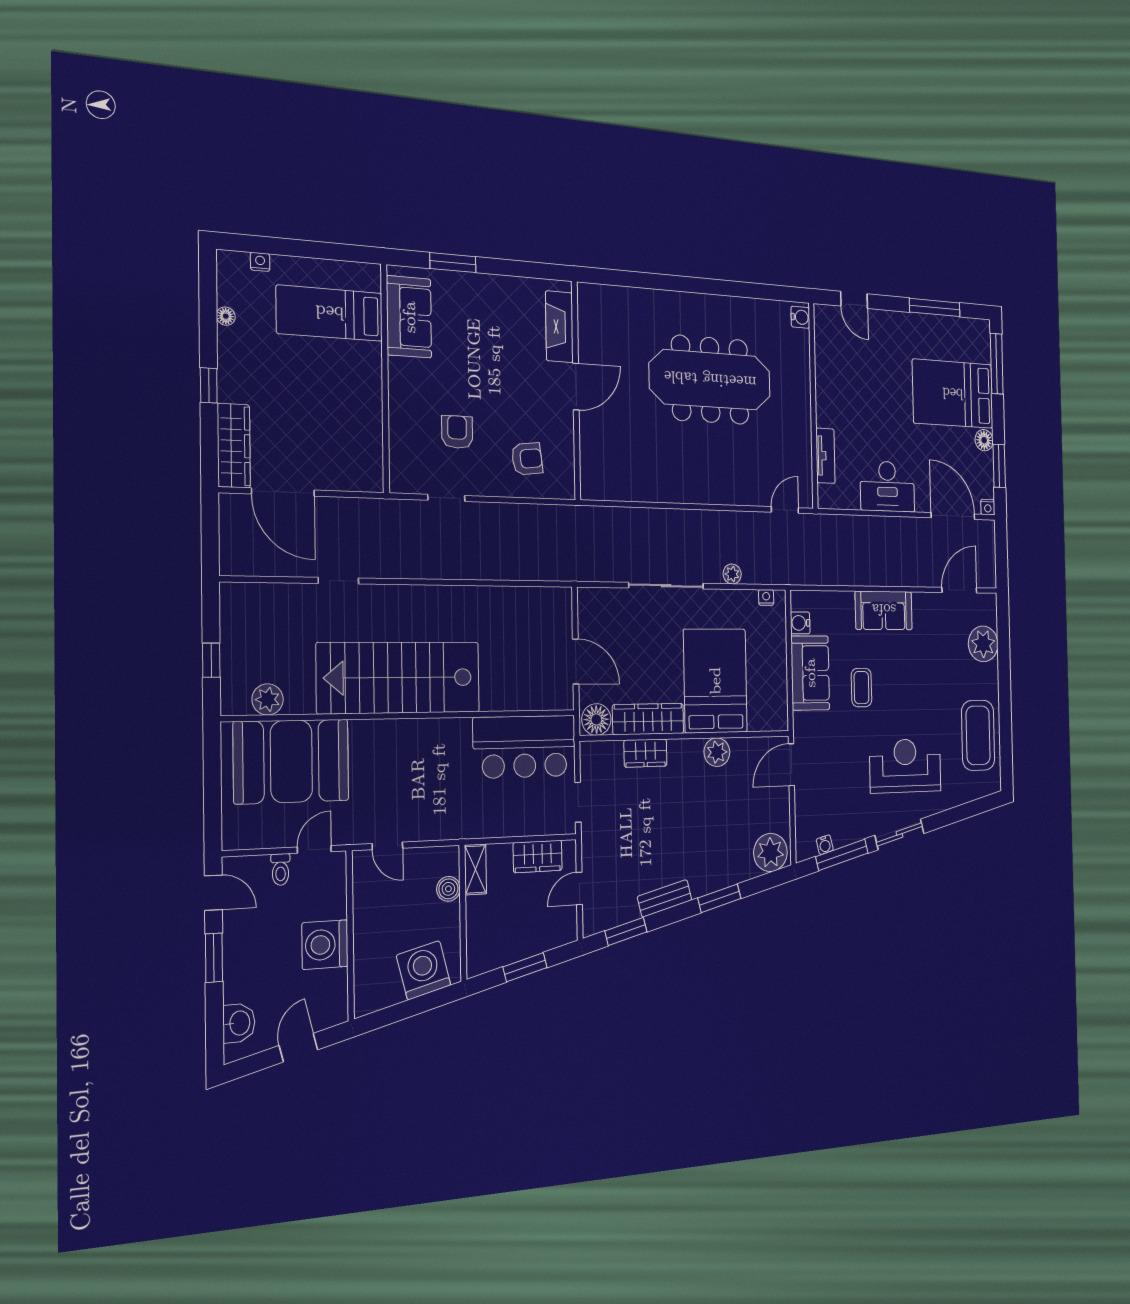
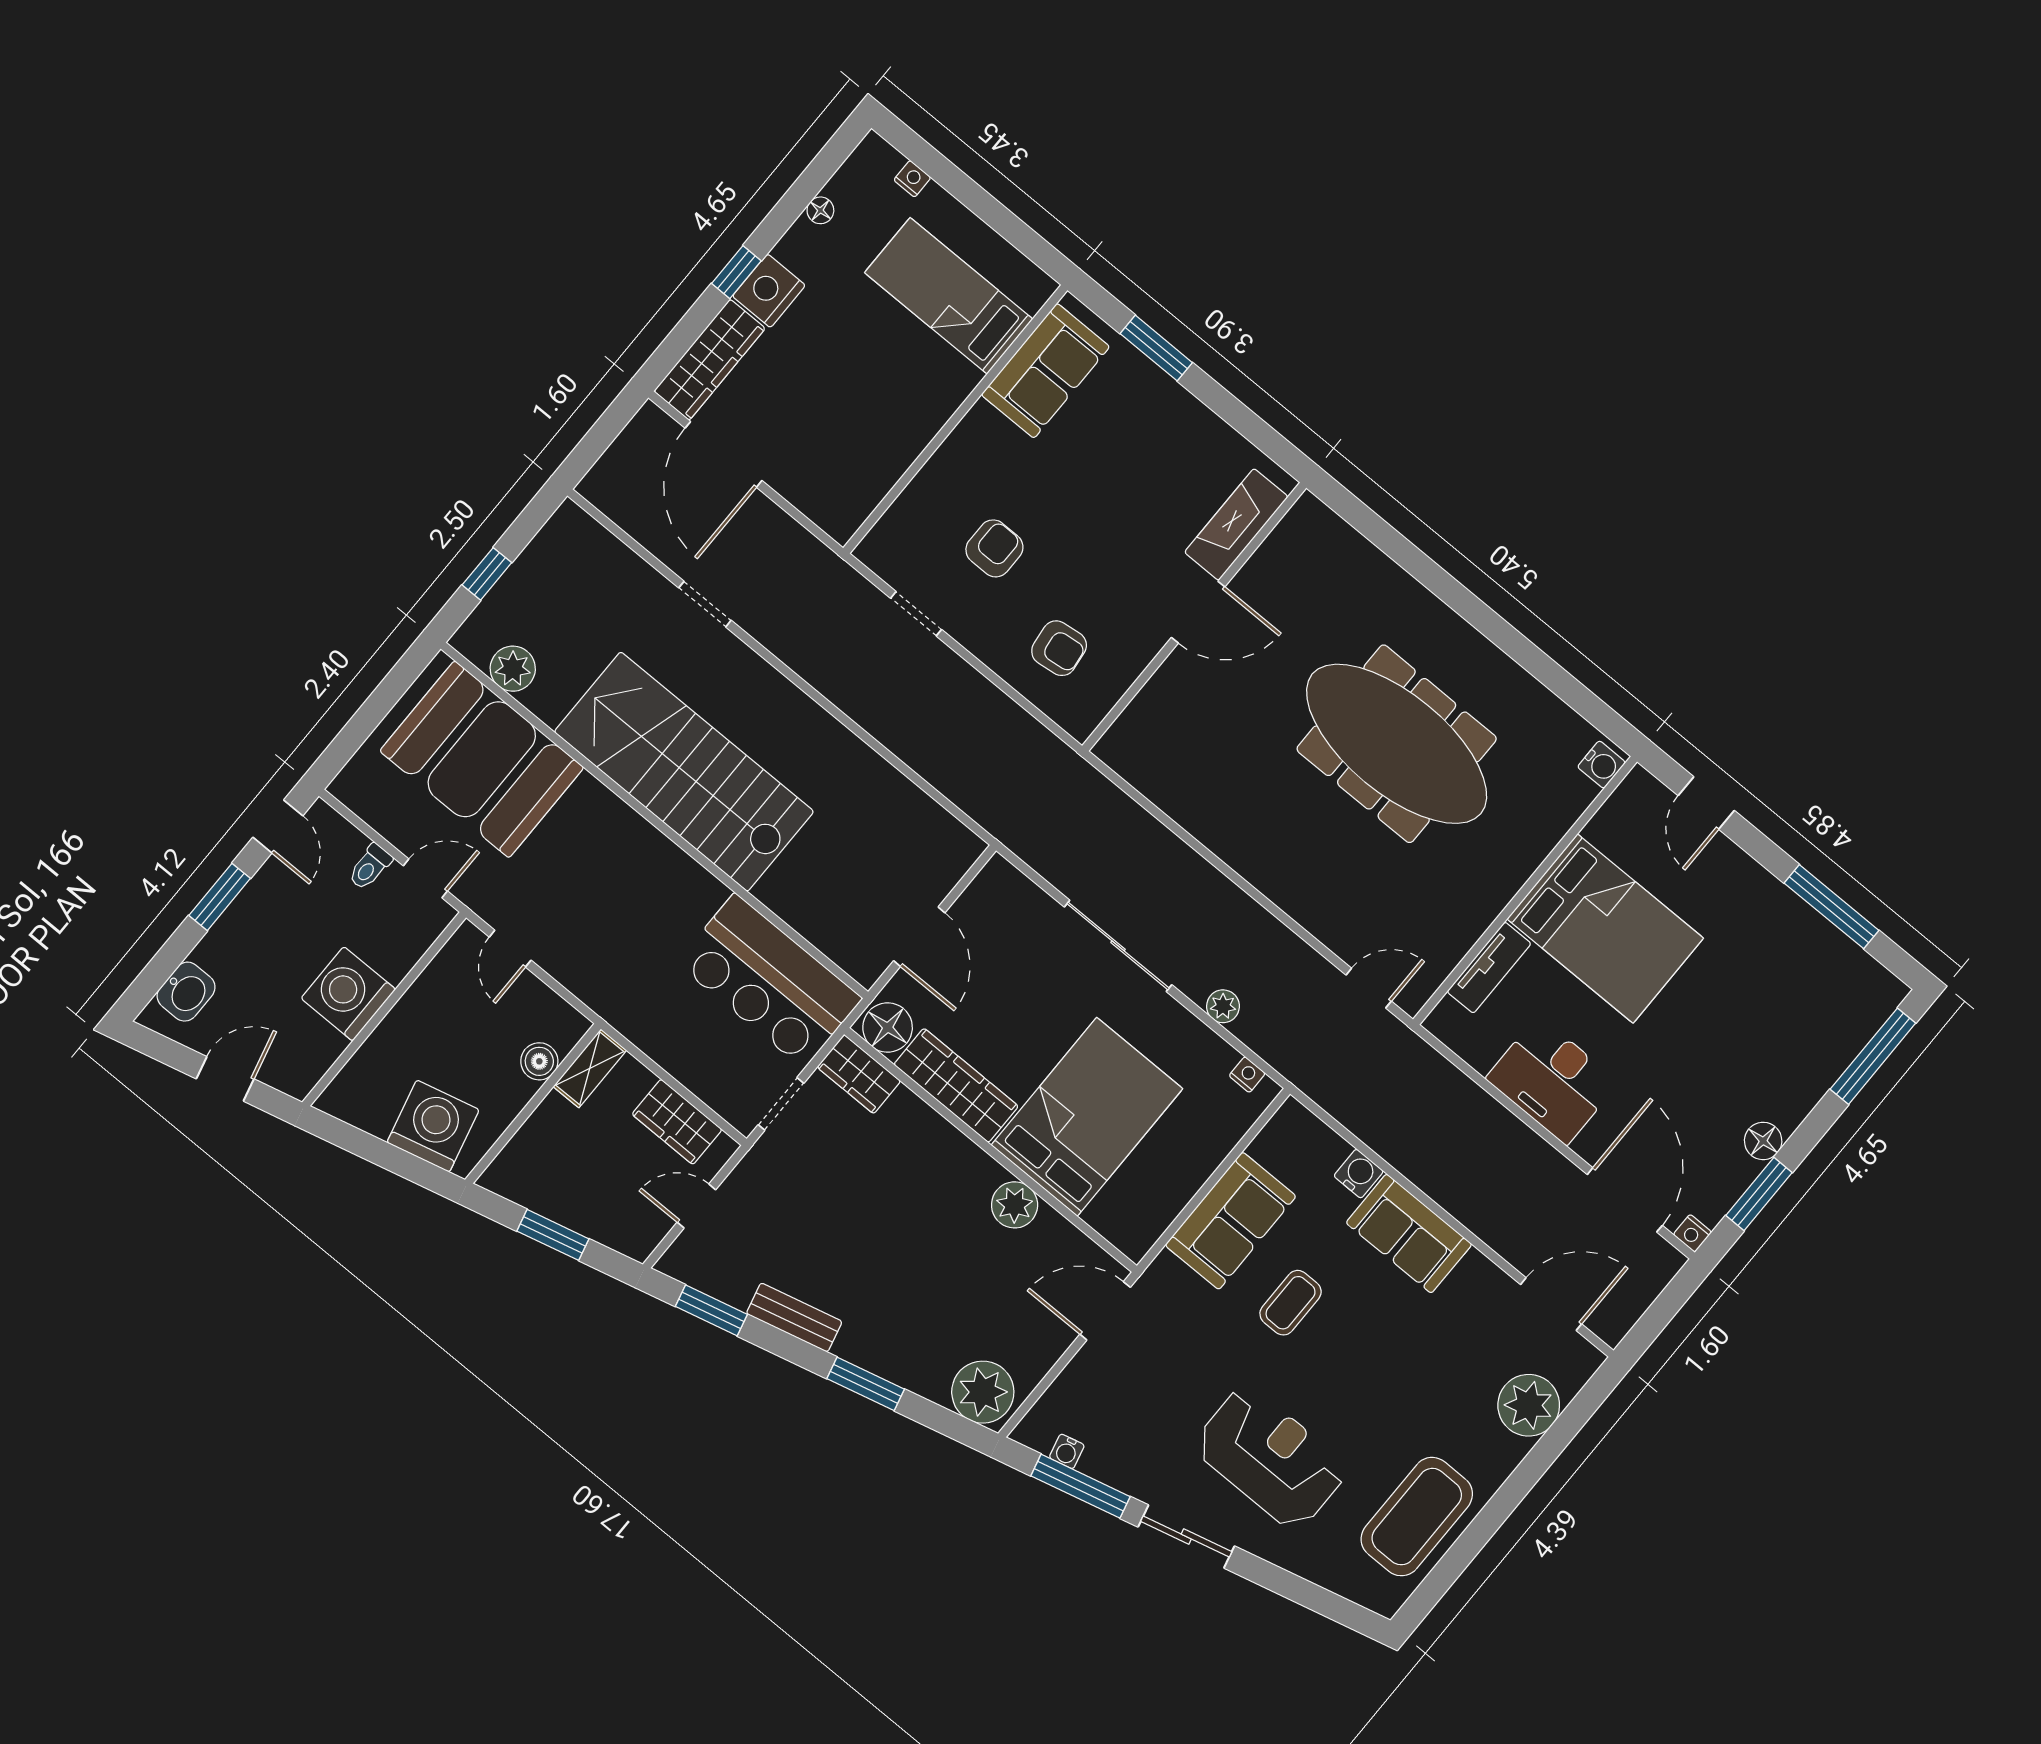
nightstand: (234, 383) -> (769, 291), added
bed: (953, 394) -> (1605, 929), moved, turned 180
water cooler: (800, 623) -> (1359, 1174), moved, turned 90
wardrobe: (645, 753) -> (859, 1074), moved

